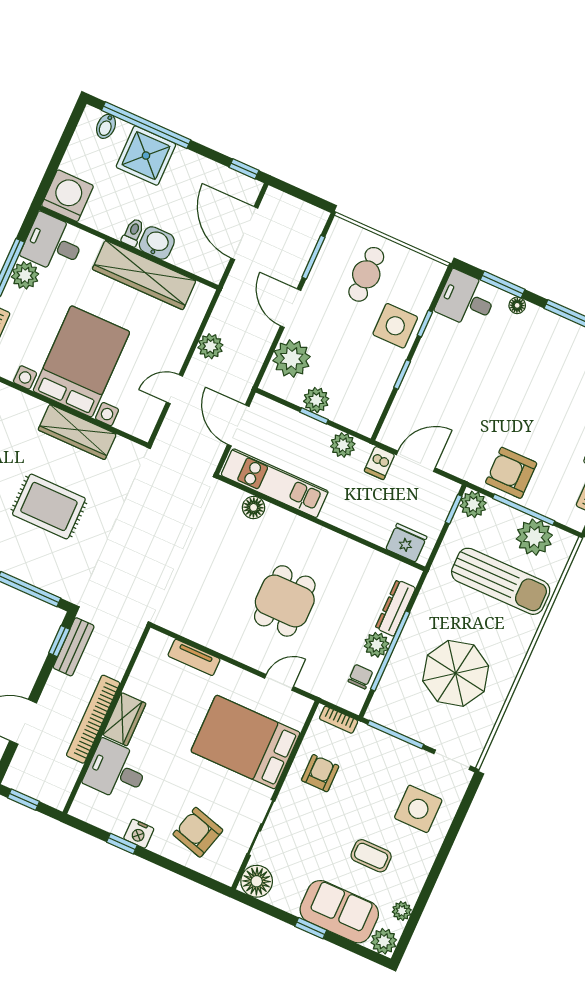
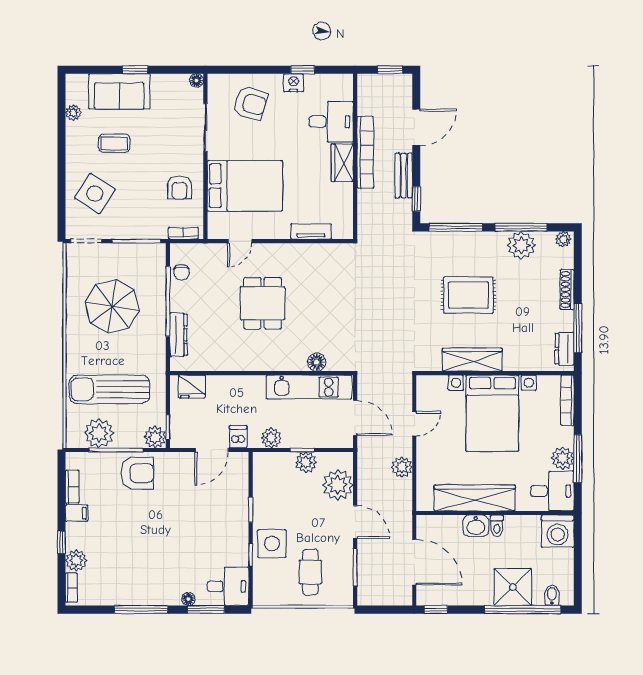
plant: (377, 645) -> (180, 301), removed
bench: (74, 647) -> (404, 176), moved
side table: (418, 809) -> (95, 194), turned 33
floor lamp: (257, 881) -> (197, 80), width x0.53, depth x0.53
plant: (384, 941) -> (77, 84), removed

